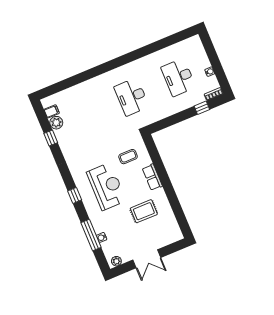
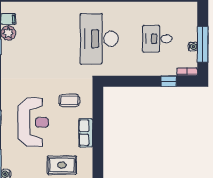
window: (217, 67) -> (203, 44), added
desk: (178, 77) -> (157, 39), width x0.73
desk: (132, 97) -> (99, 39), width x1.36, depth x1.30

